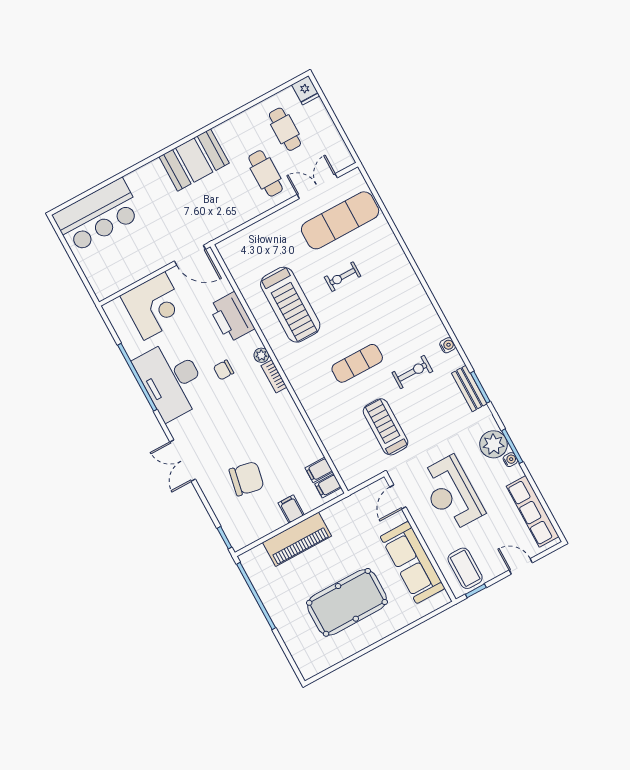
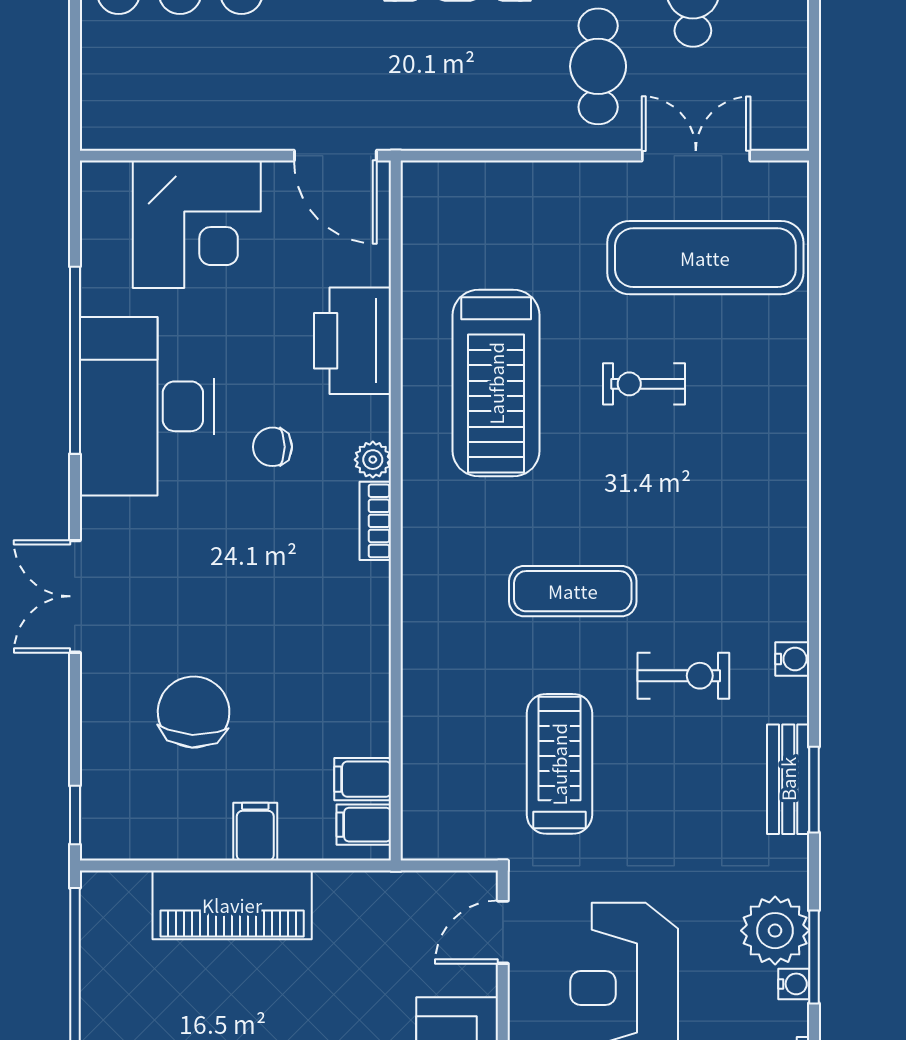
chair: (247, 479) -> (194, 712), turned -98

